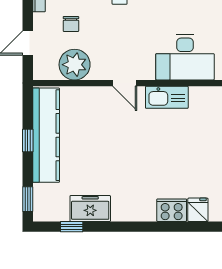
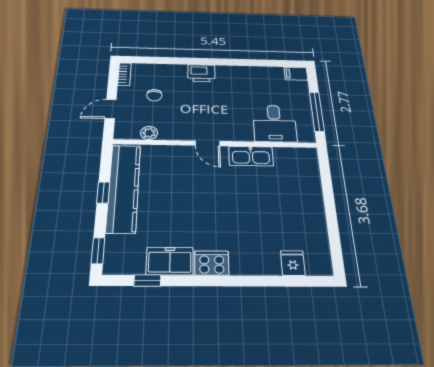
desk: (185, 57) -> (275, 123), width x0.73
plant: (75, 65) -> (149, 133), width x0.53, depth x0.53
cooker: (172, 210) -> (212, 263), moved

